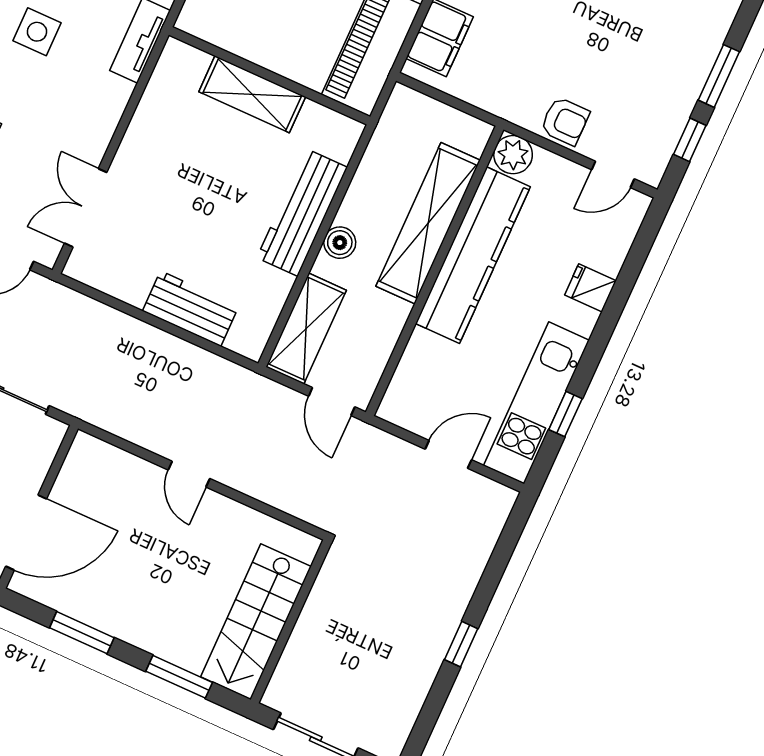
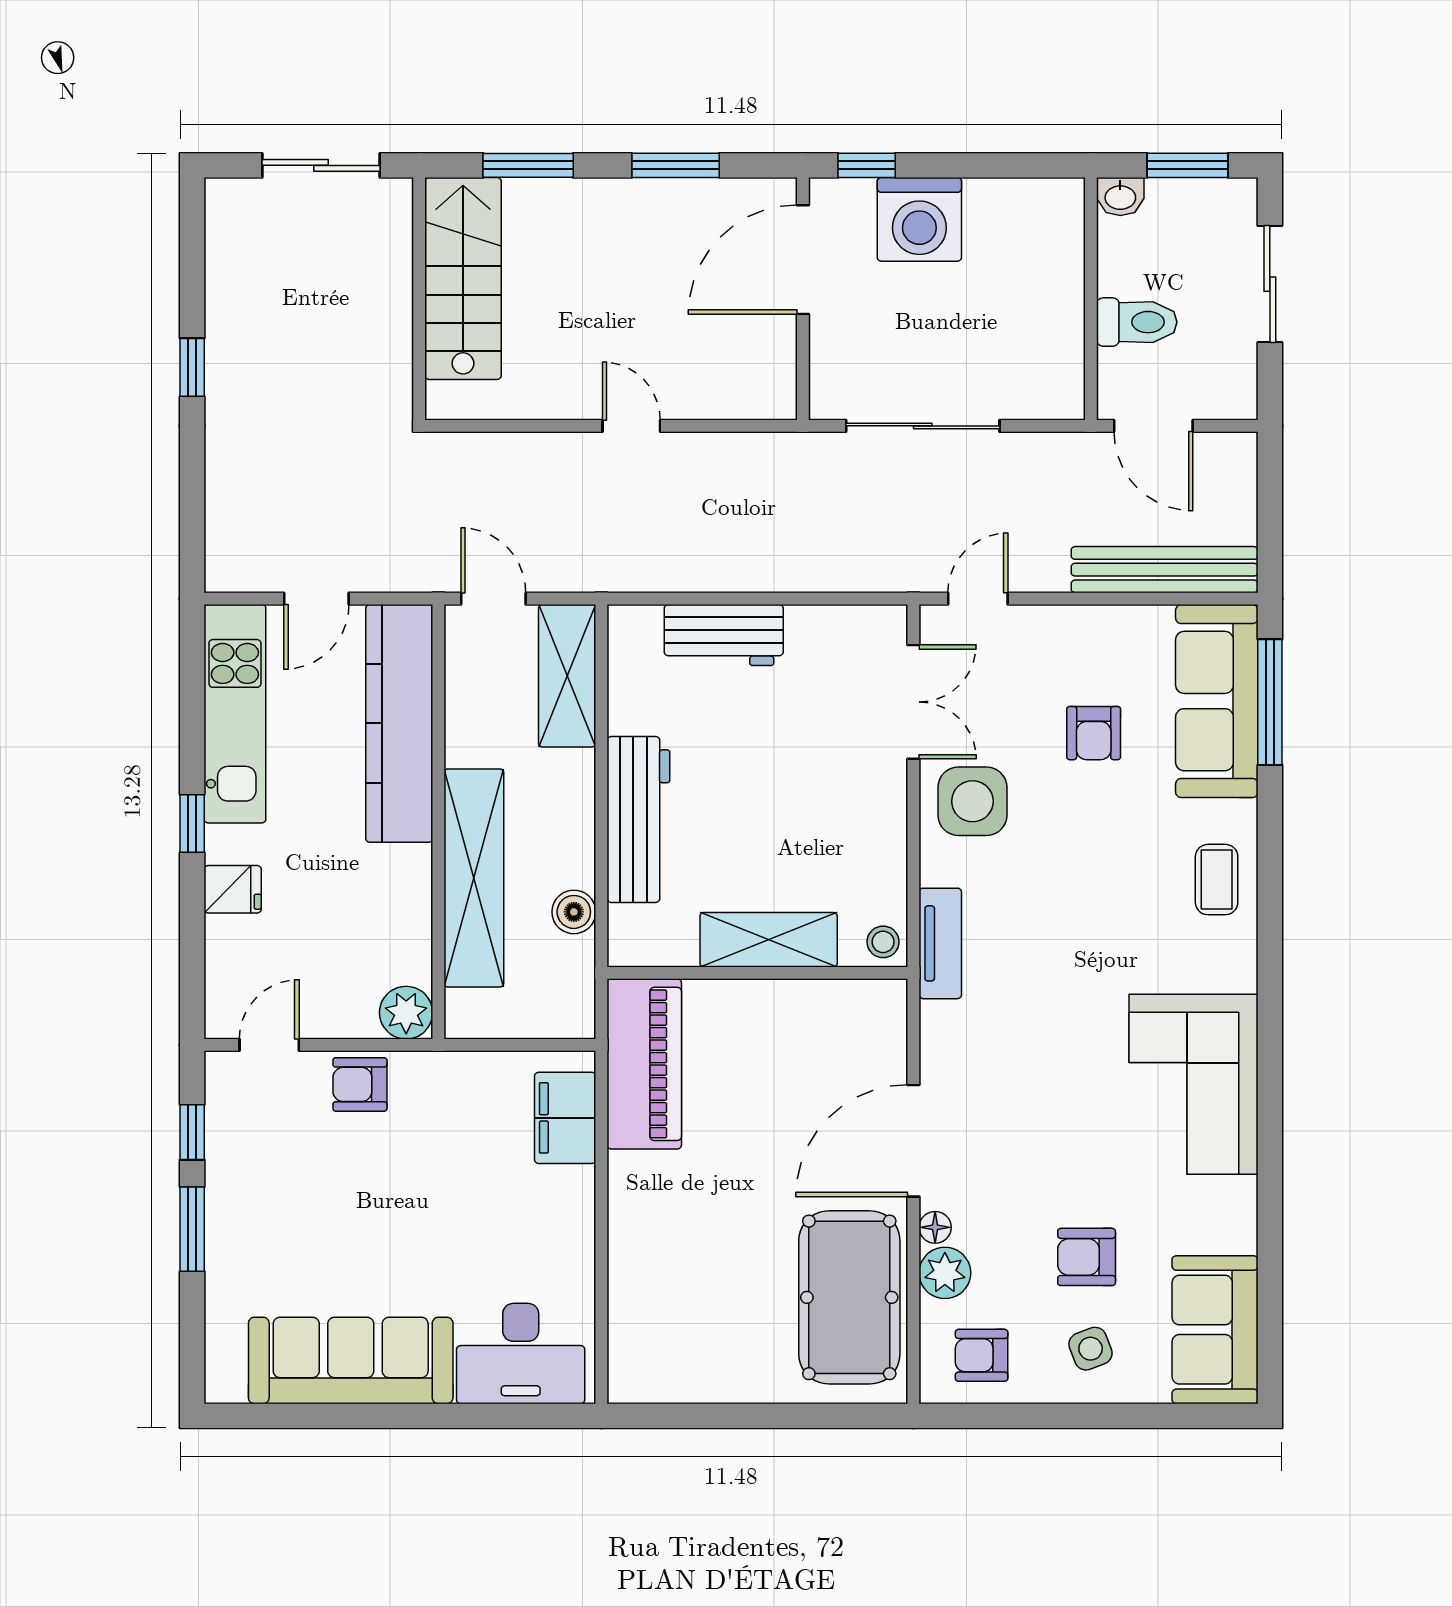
side table: (37, 32) -> (972, 801), moved, width x1.37, depth x1.37
stool: (177, 59) -> (883, 942), added
boiler: (340, 243) -> (574, 912), moved
kitchen counter: (473, 255) -> (399, 723), moved
window: (565, 414) -> (192, 824), moved

